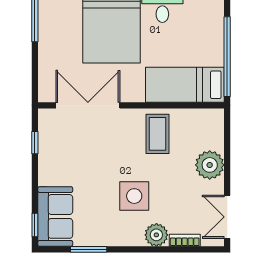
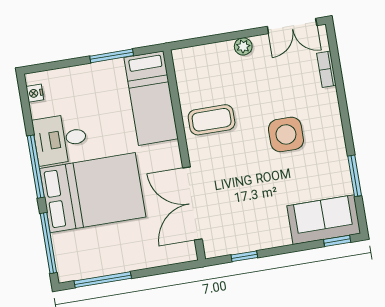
window: (227, 57) -> (112, 56), width x0.47
plant: (210, 165) -> (243, 46), width x0.53, depth x0.53
plant: (156, 235) -> (326, 102), removed

